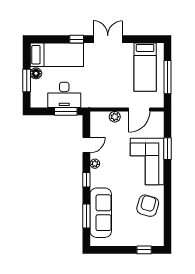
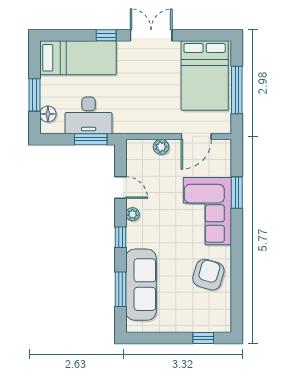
bed: (145, 67) -> (205, 76), width x1.50
floor lamp: (36, 73) -> (48, 114), moved
door: (86, 145) -> (120, 188), hinge flipped

